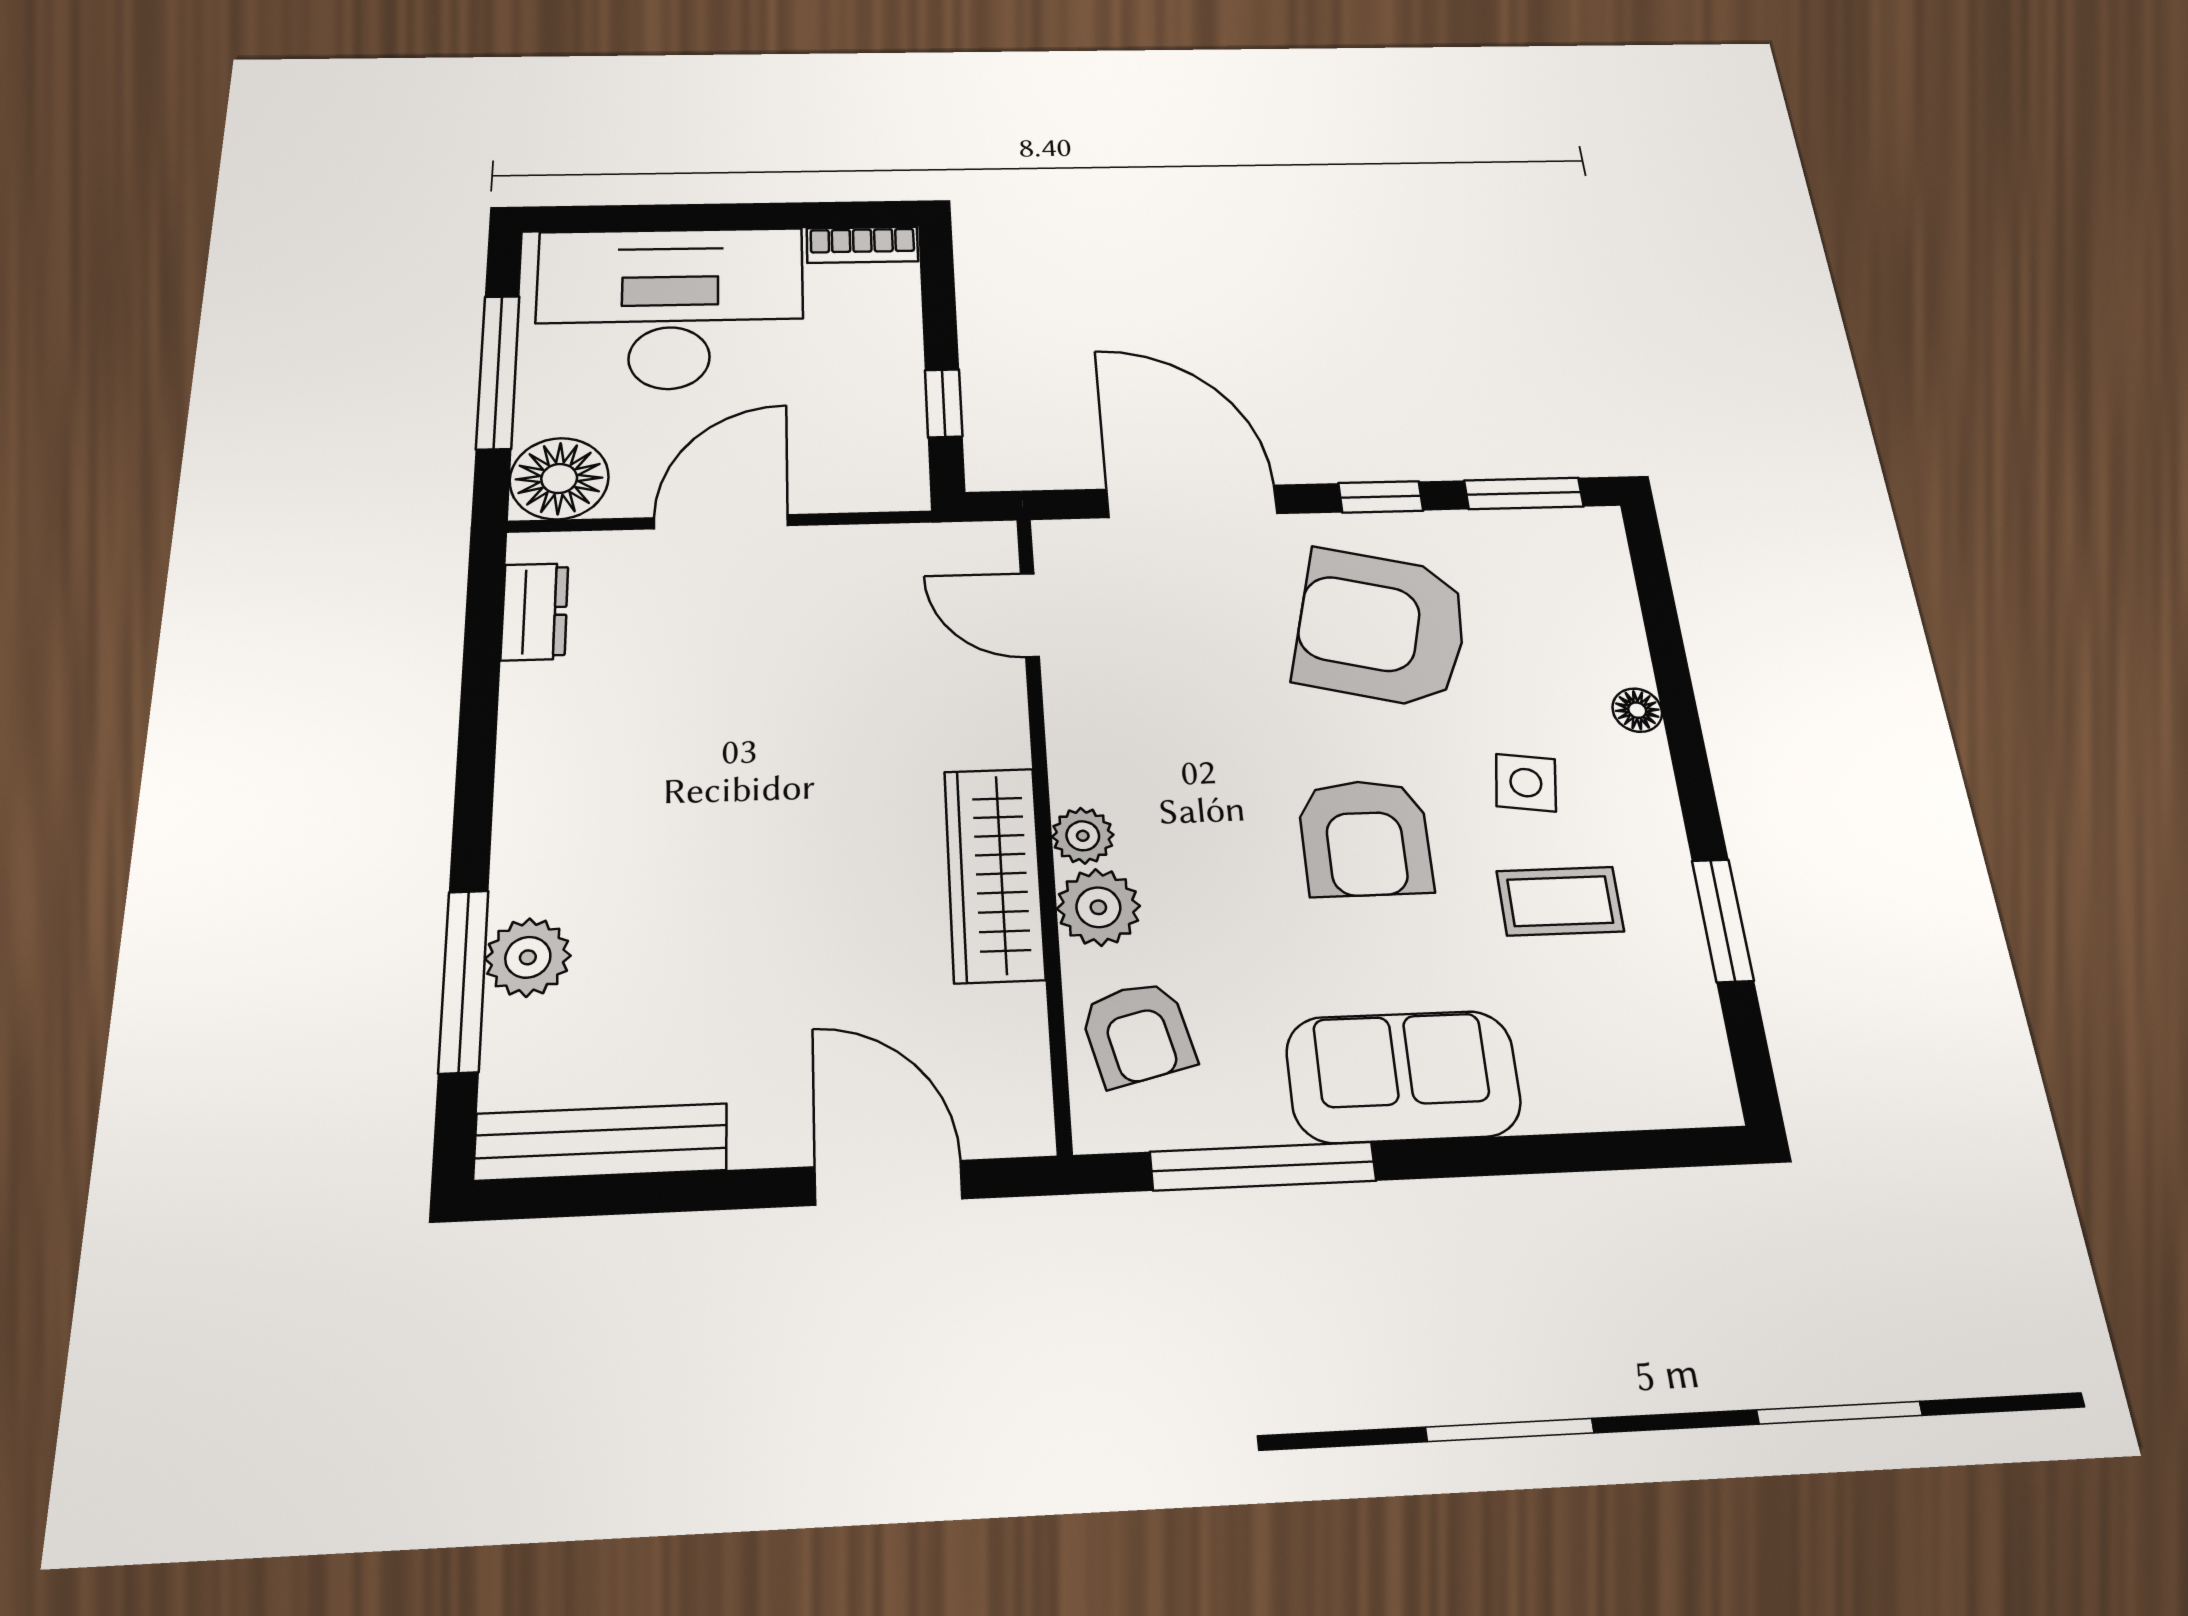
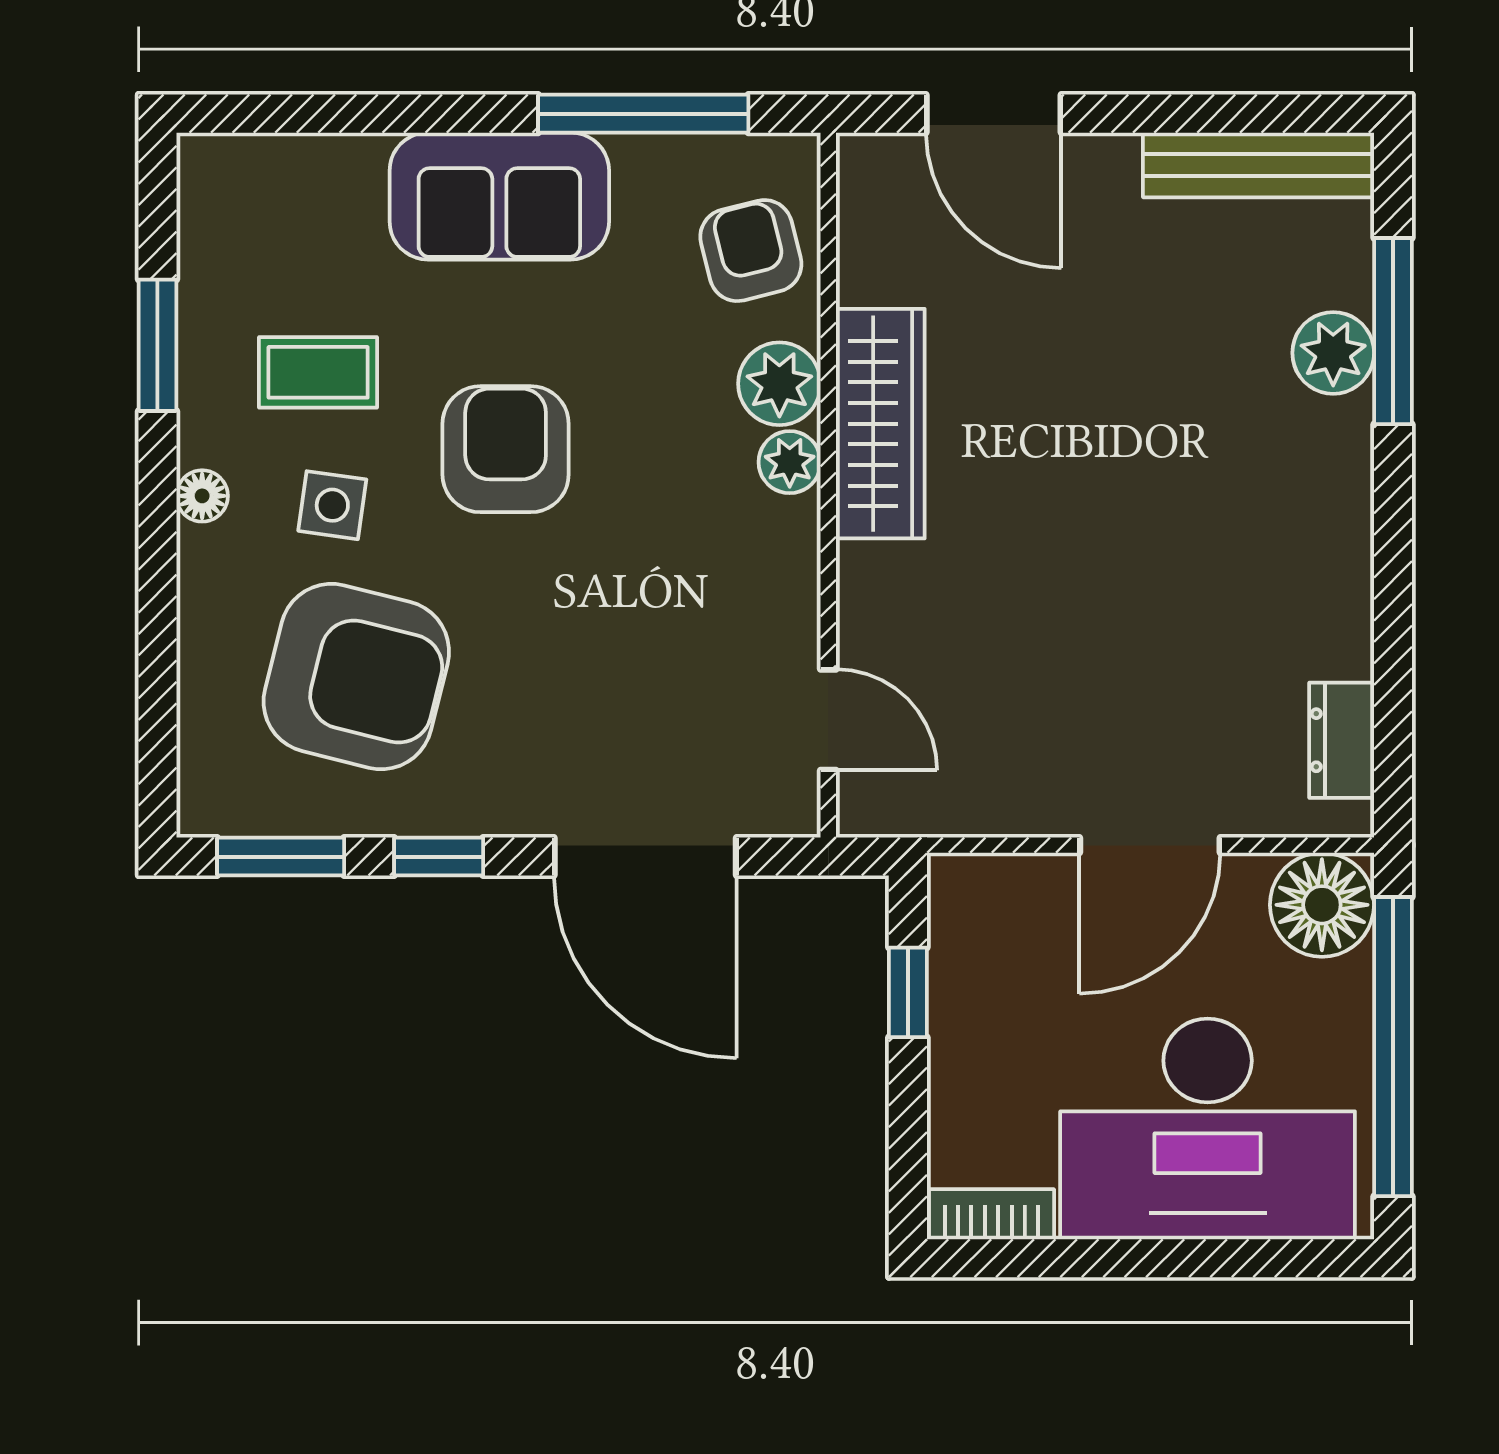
window: (498, 372) -> (1393, 1047), width x1.46
armchair: (1381, 628) -> (356, 677), moved
floor lamp: (1637, 710) -> (202, 496), moved

